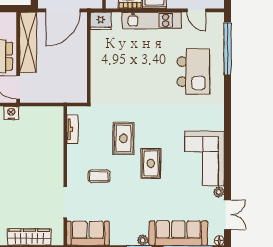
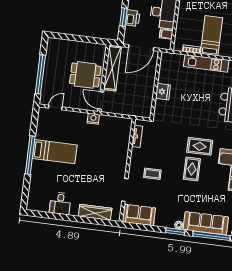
fridge: (101, 21) -> (163, 92), moved, turned -90
rug: (123, 138) -> (200, 146), moved, turned 90

